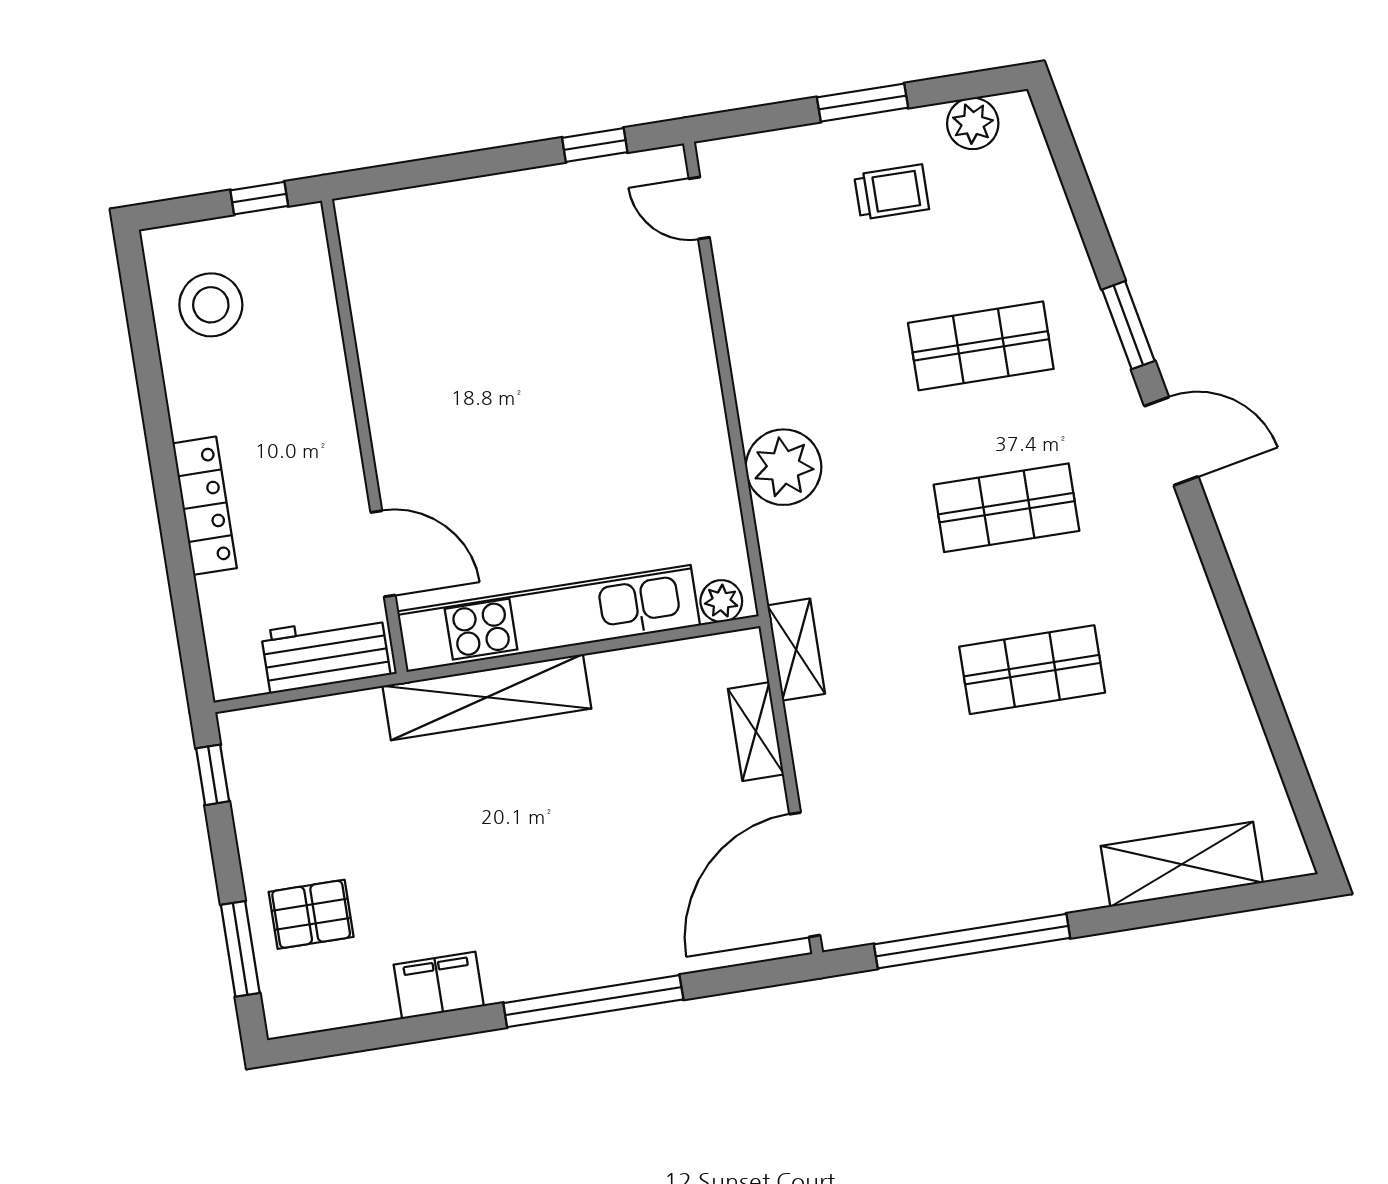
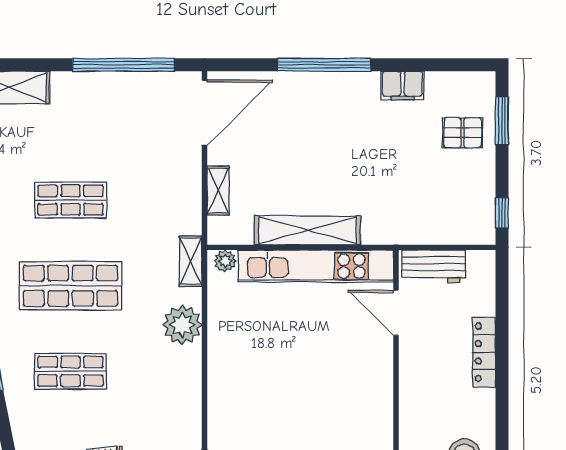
shop shelf: (1006, 508) -> (70, 286), width x1.43, depth x1.36
shelving: (796, 650) -> (191, 261), moved
shelving: (487, 697) -> (308, 230), moved

